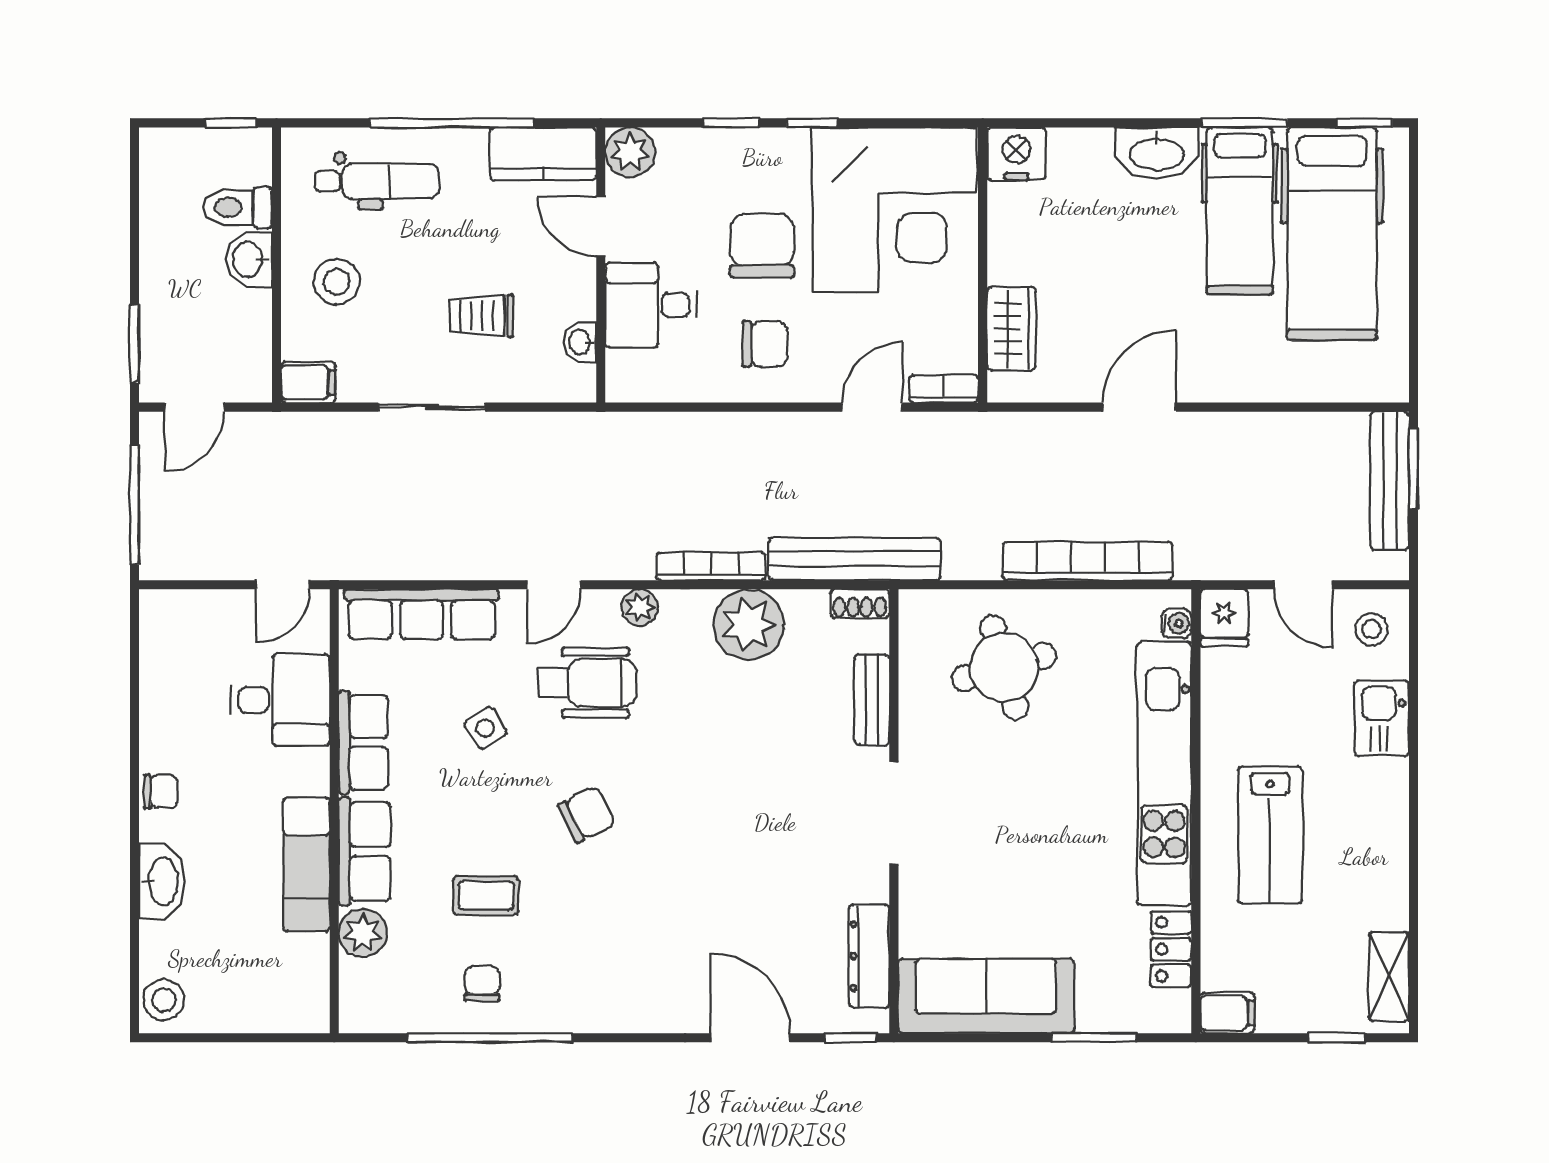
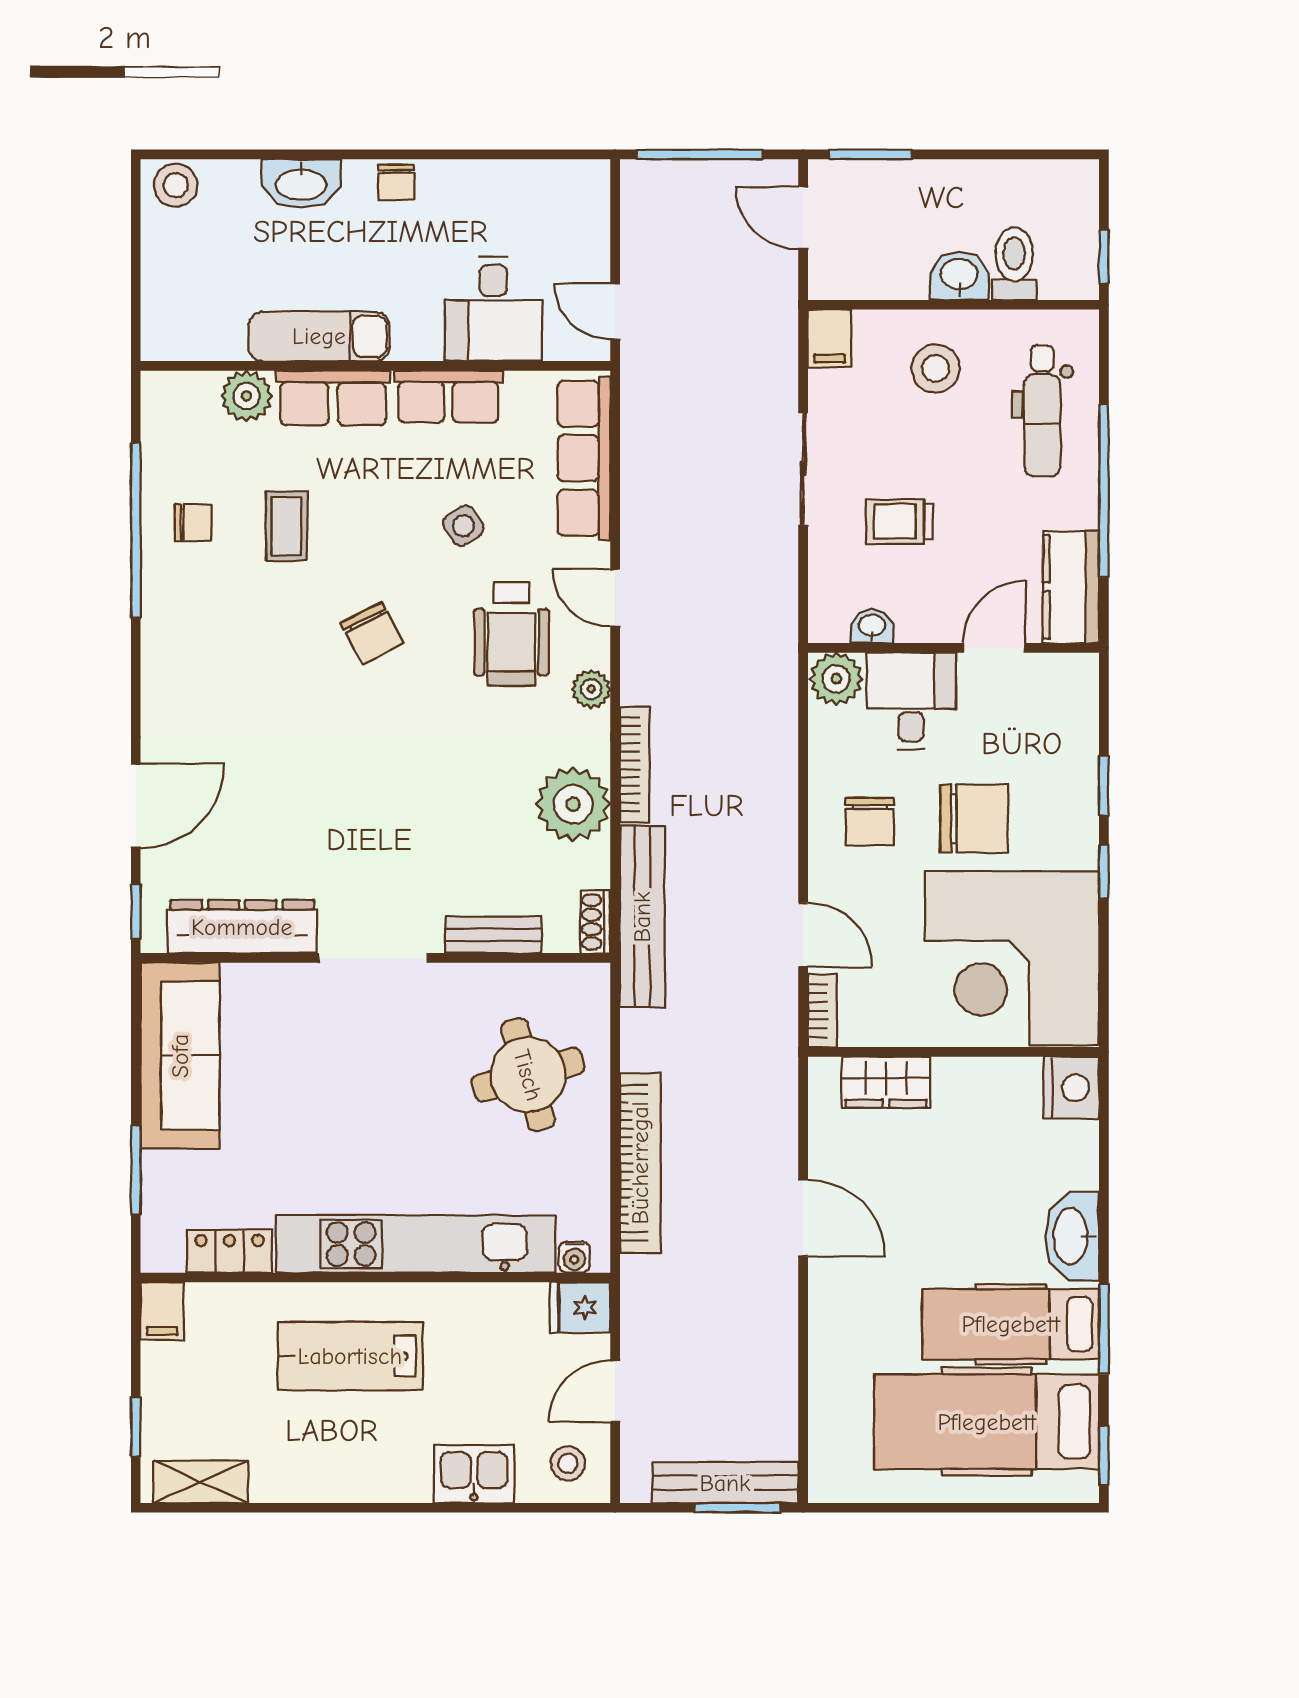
plant: (630, 152) -> (836, 679), moved
trolley: (481, 316) -> (900, 521), turned -90
dresser: (869, 956) -> (242, 927), width x1.37, depth x1.24

